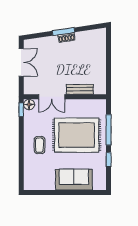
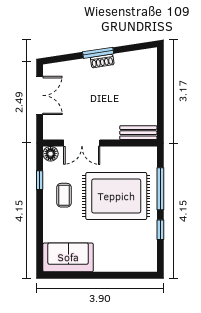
bench: (80, 89) -> (138, 133), moved
window: (21, 110) -> (40, 180), moved
coffee table: (40, 145) -> (64, 195), moved
sofa: (74, 180) -> (68, 257), moved

